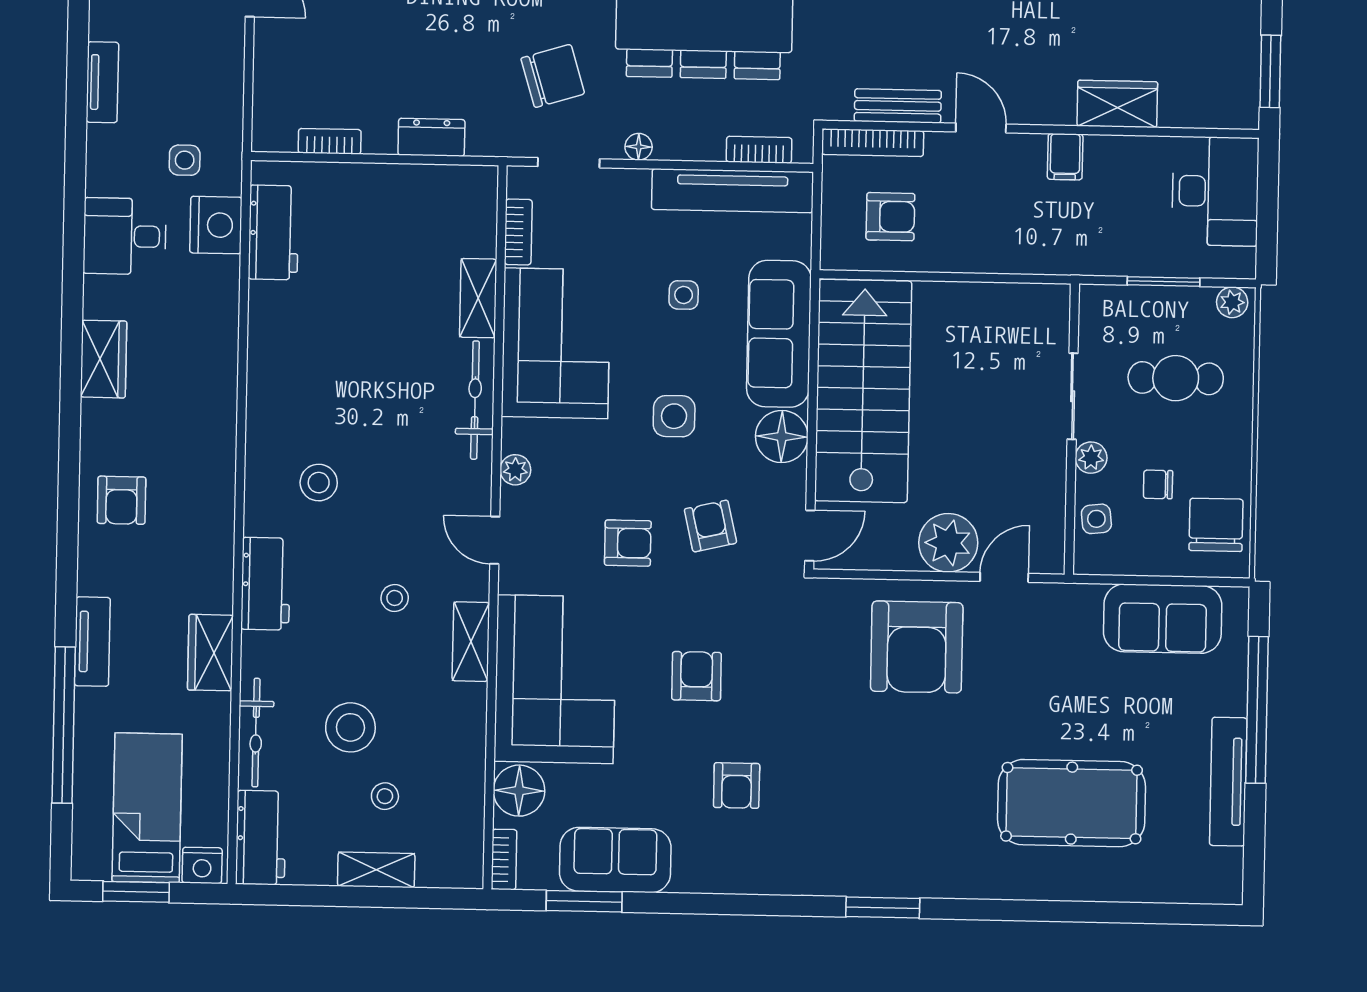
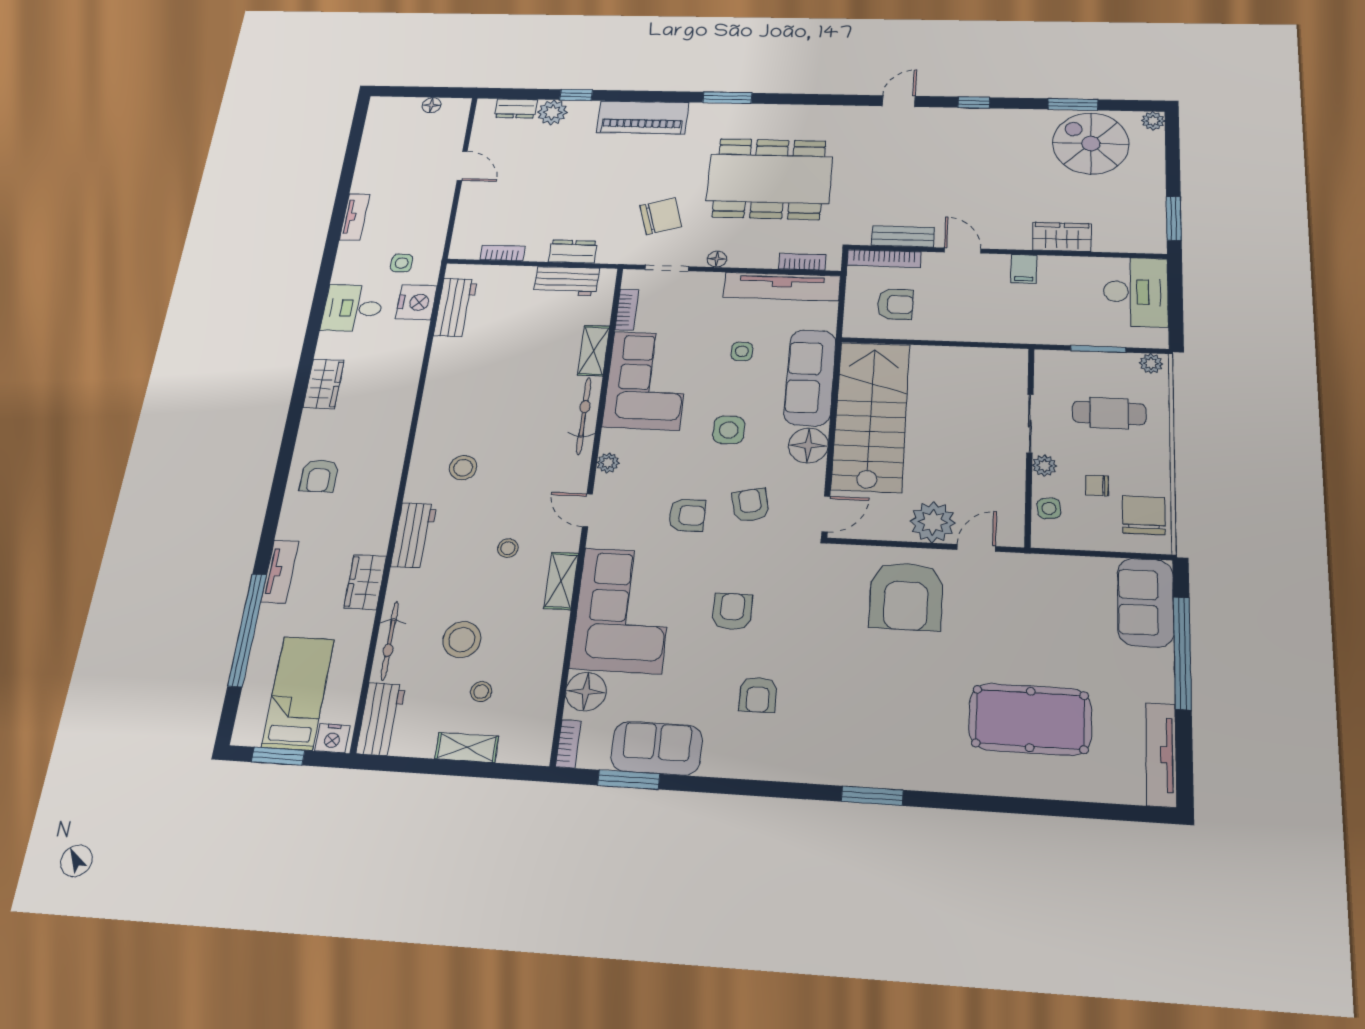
workbench: (428, 187) -> (567, 281), added
sofa: (1163, 619) -> (1145, 602), moved, turned 90
tv unit: (1228, 782) -> (1161, 755), moved

